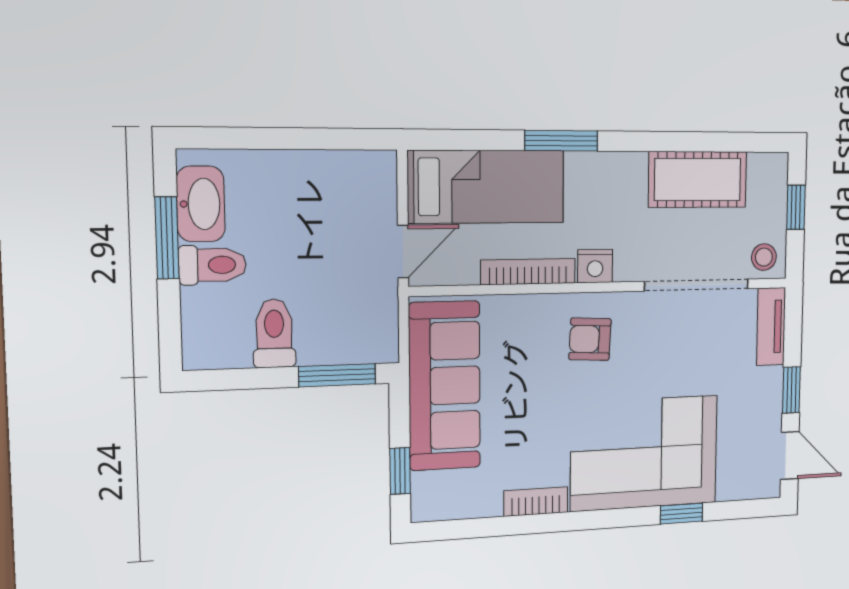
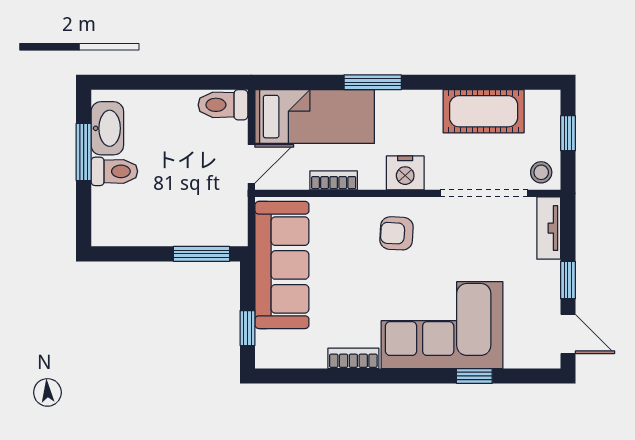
nightstand: (595, 266) -> (405, 173), width x1.36, depth x1.33
bookcase: (528, 272) -> (334, 180), width x0.64
toilet: (274, 333) -> (223, 105), moved, turned -90

